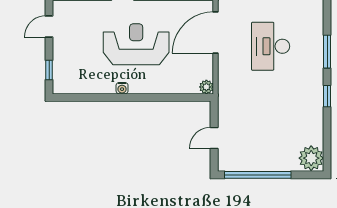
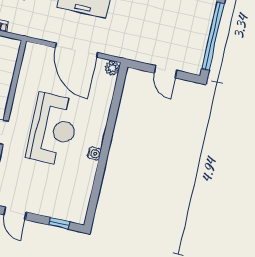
door: (216, 33) -> (76, 50), moved
reception desk: (136, 44) -> (53, 129), turned 180

